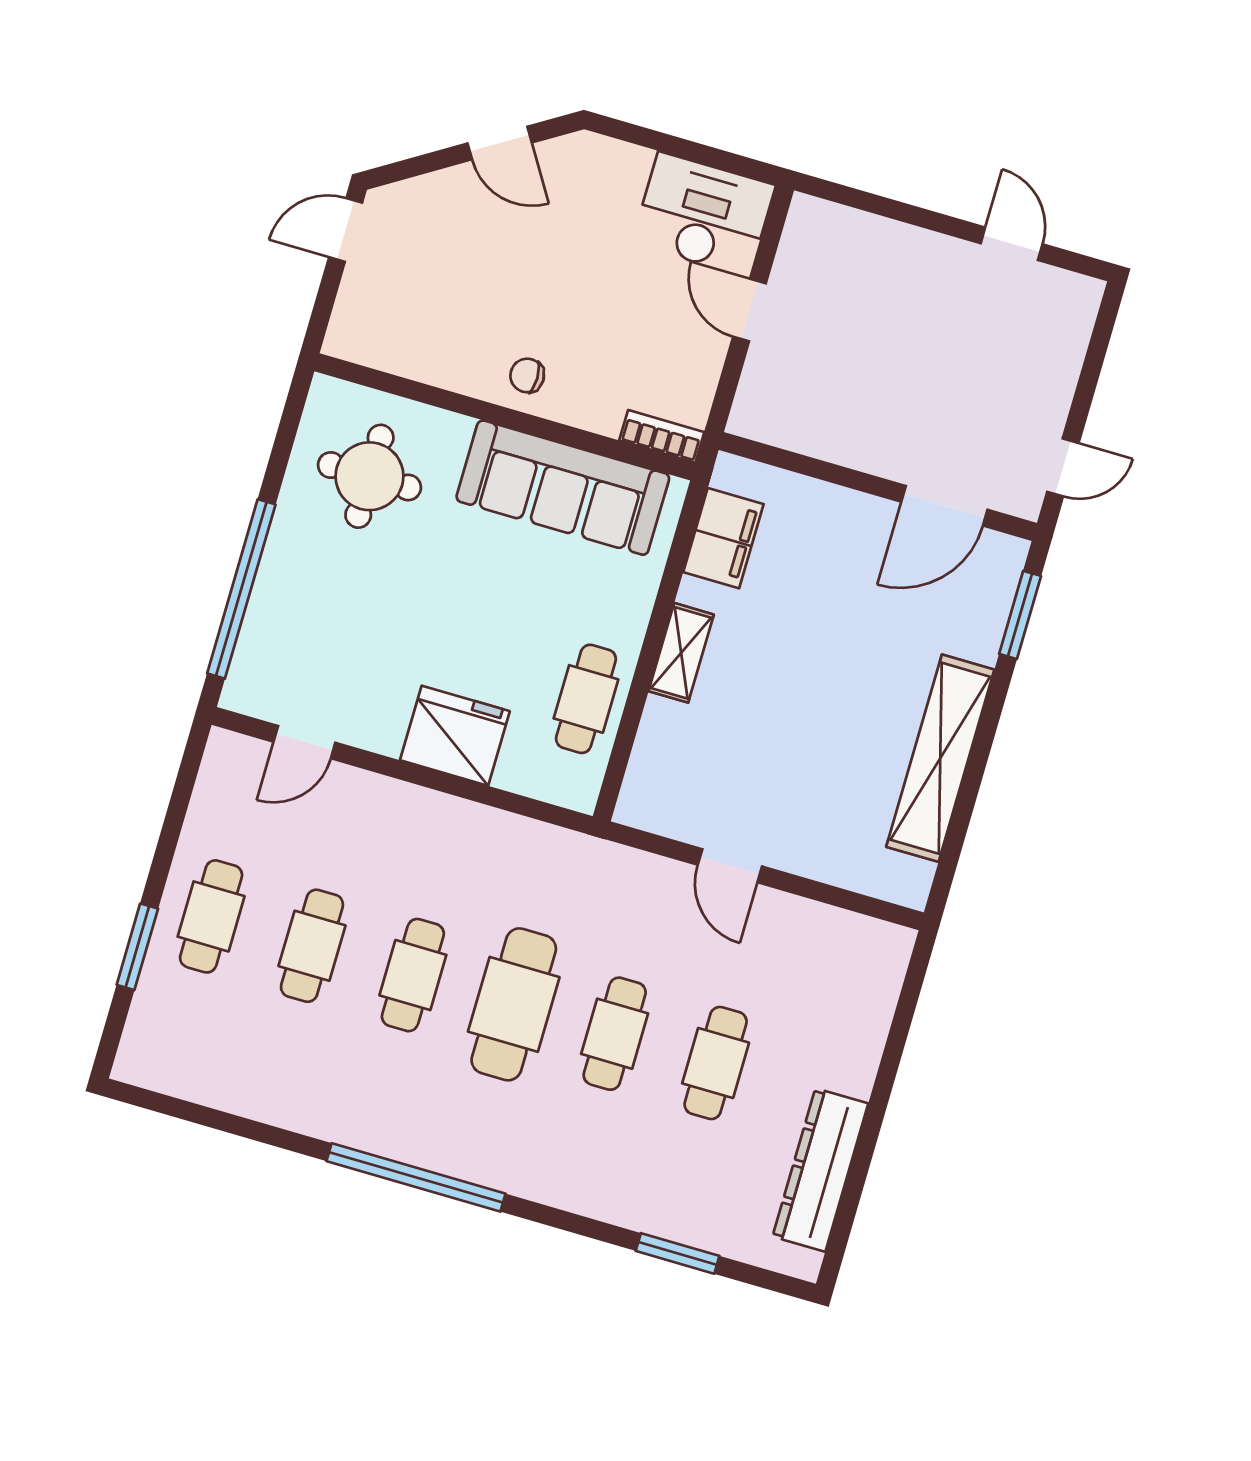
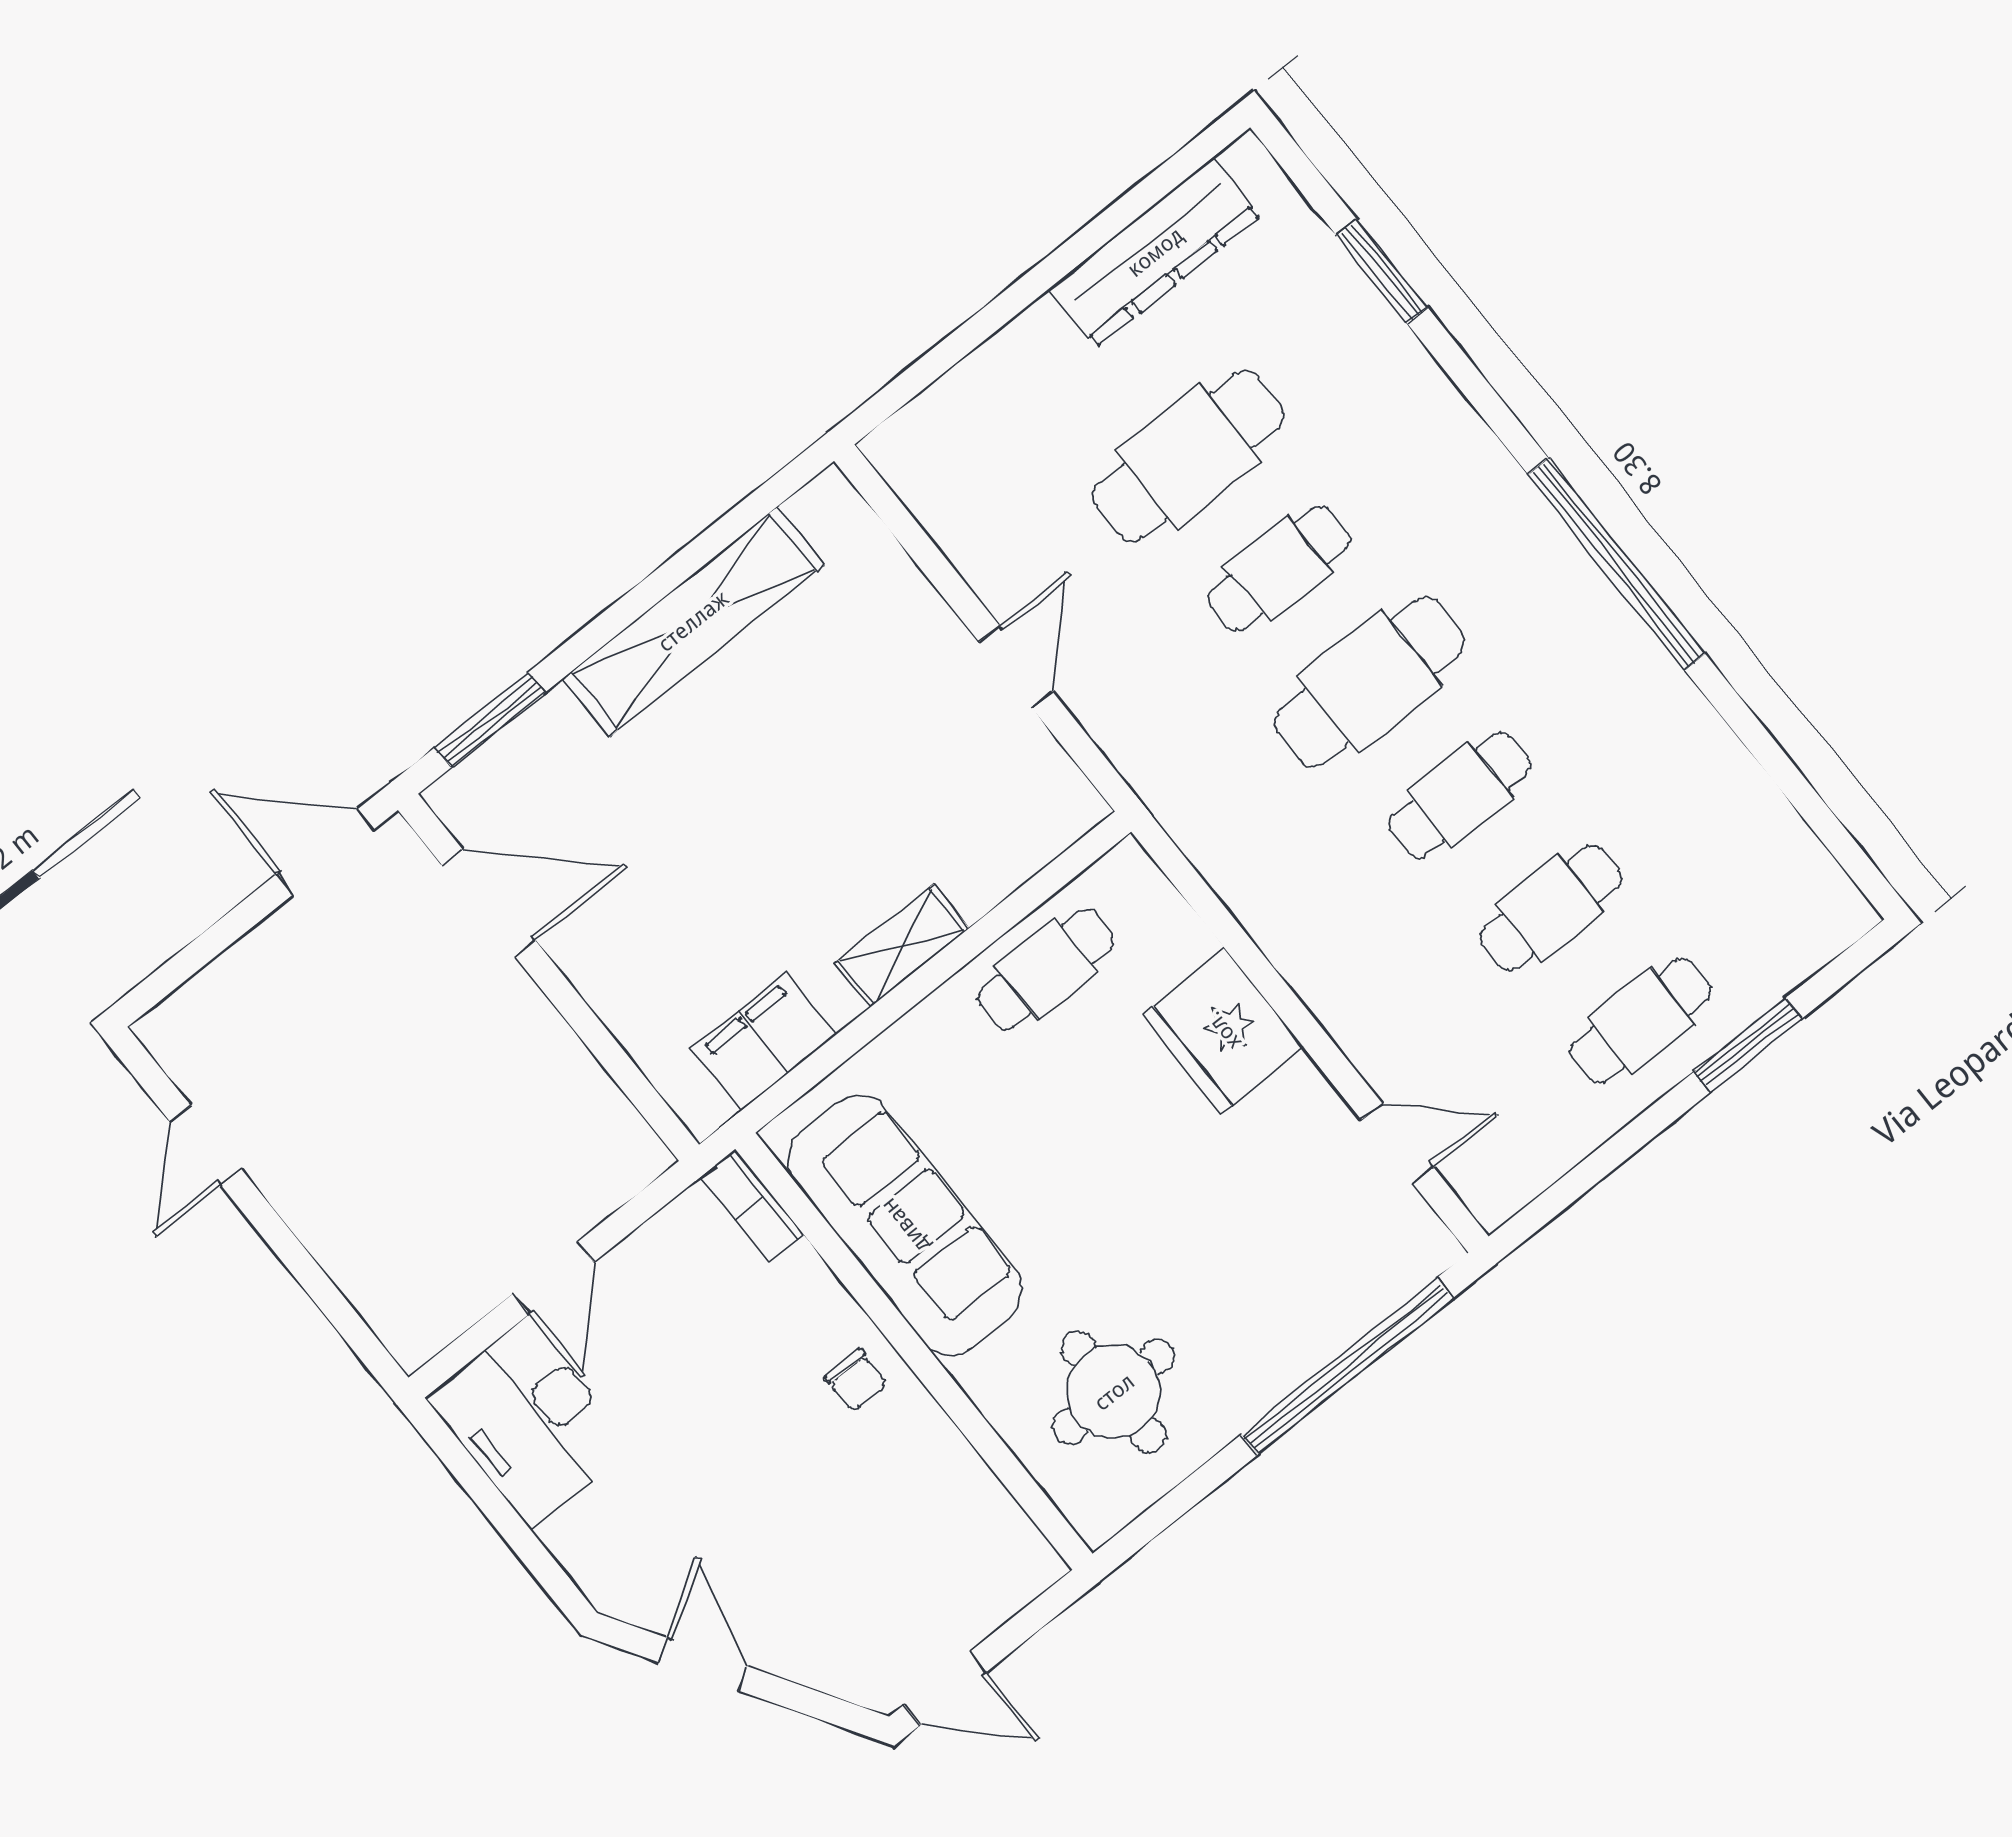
door: (1063, 467) -> (325, 852), width x1.38
cafe table: (716, 1063) -> (1188, 456), width x1.37, depth x1.35

